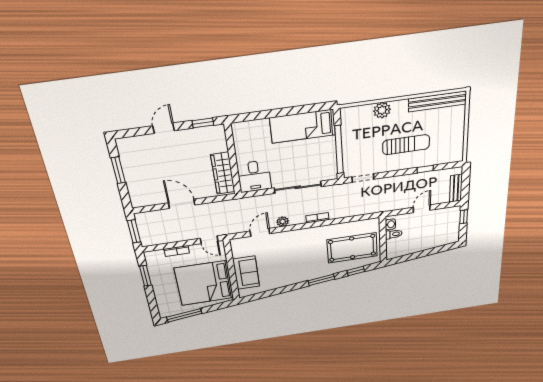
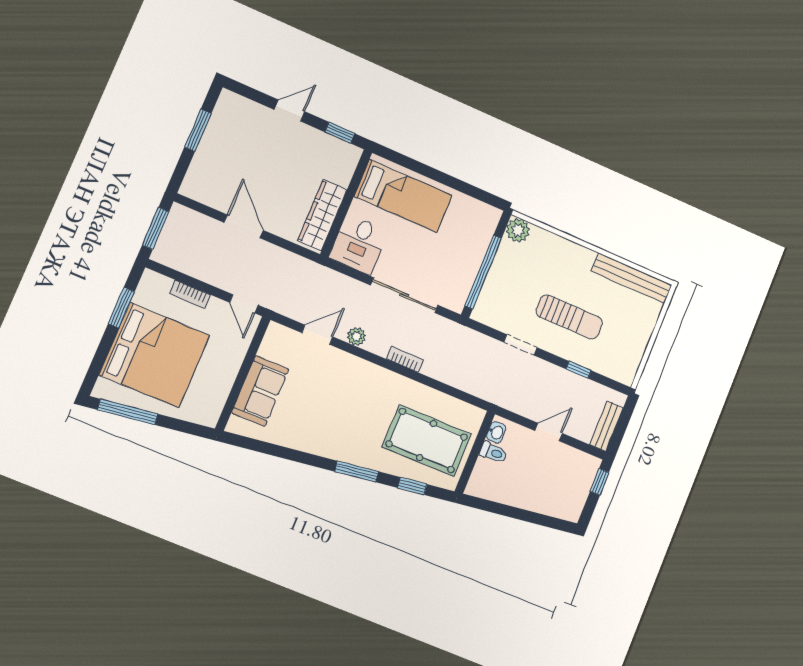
plant: (382, 110) -> (518, 230), moved
bed: (303, 126) -> (403, 196), moved, turned 180
doorway: (363, 178) -> (520, 345), moved
bed: (204, 283) -> (154, 355), moved, turned 180

